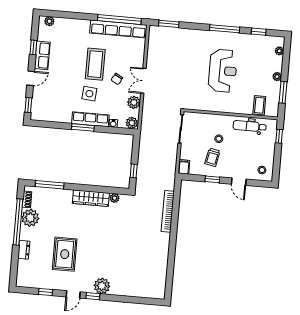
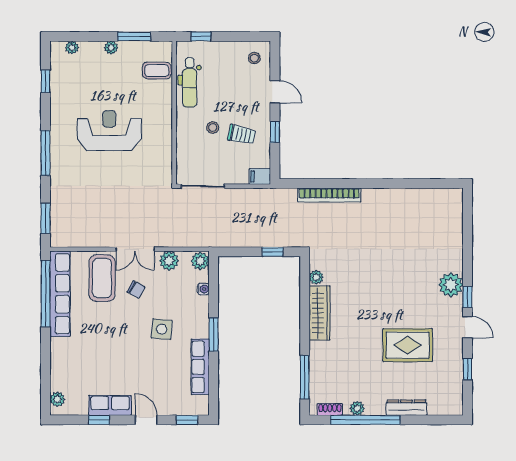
window: (225, 29) -> (46, 153), moved
coffee table: (95, 64) -> (102, 278), moved, turned 90
row of seats: (90, 119) -> (200, 367), moved
door: (239, 182) -> (275, 92), hinge flipped
plant: (30, 218) -> (357, 408), width x0.53, depth x0.53
dresser: (24, 250) -> (406, 408), width x1.44

